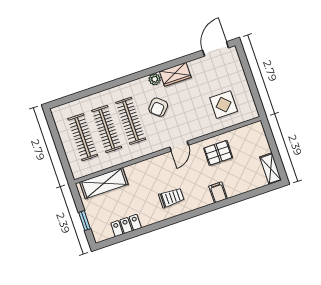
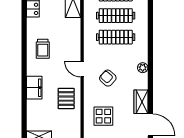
wardrobe: (175, 74) -> (141, 102), moved
armchair: (158, 107) -> (108, 78), moved
filing cabinet: (218, 192) -> (34, 88), width x2.00

